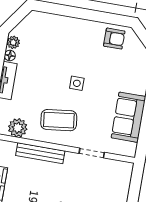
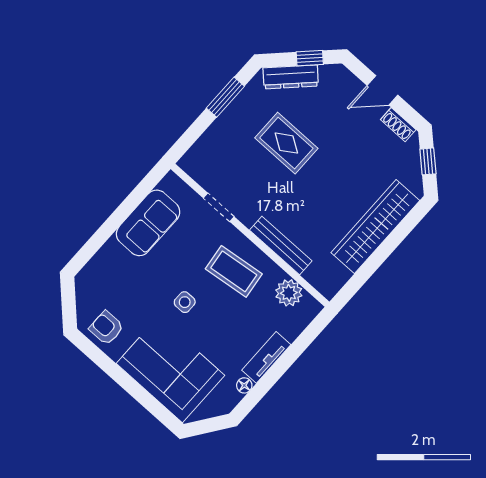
corner sofa: (60, 37) -> (170, 369), added
plant: (13, 42) -> (230, 399), removed

